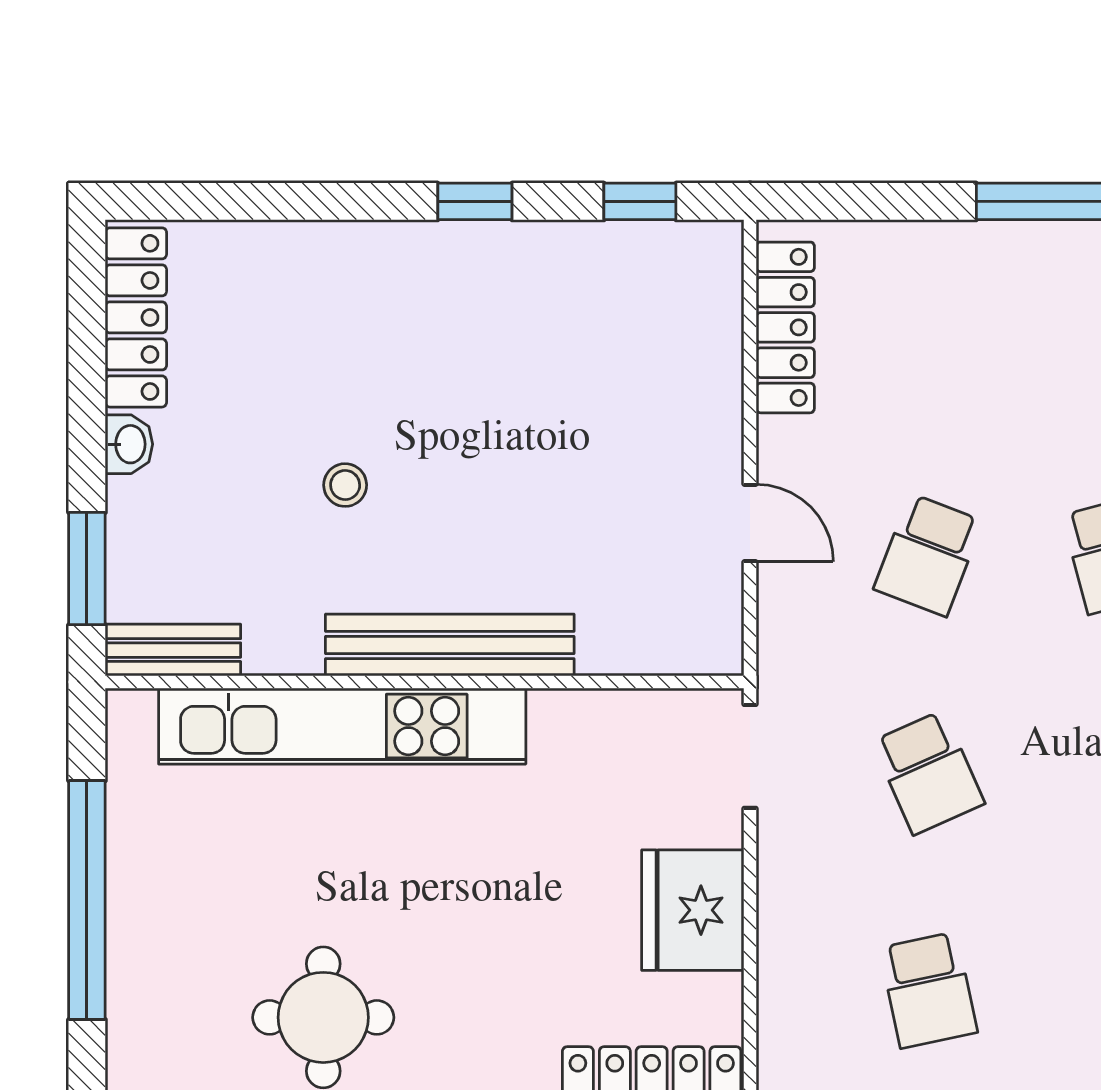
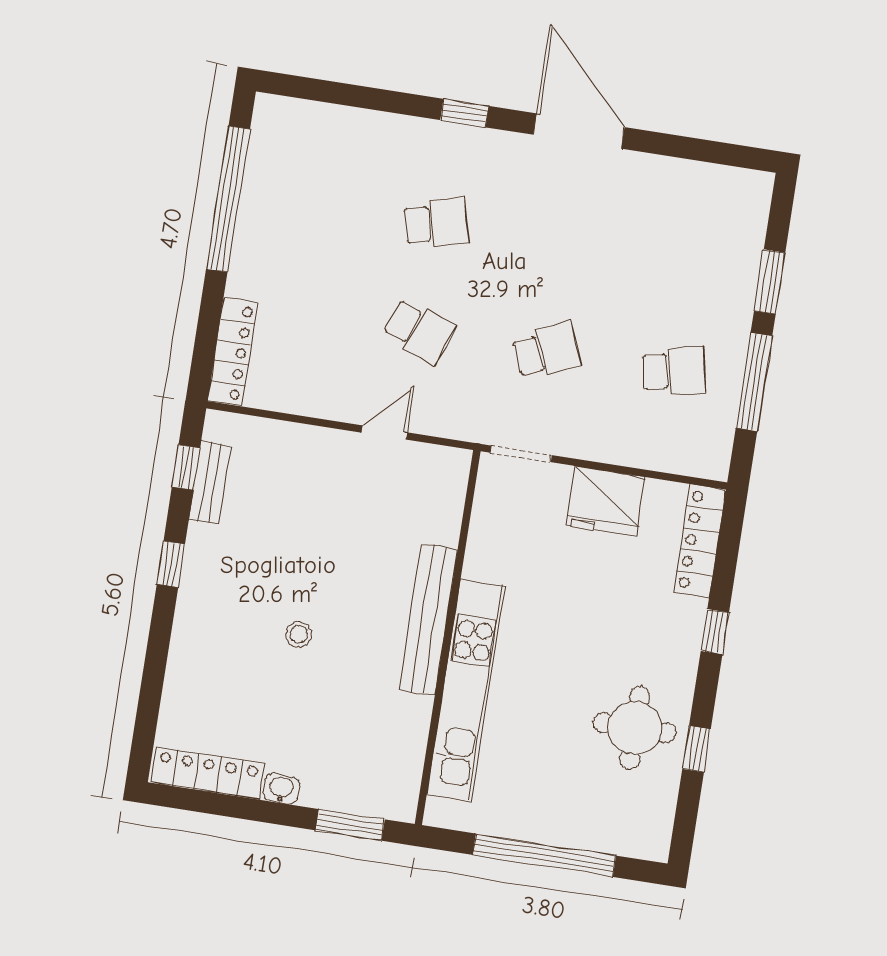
locker: (785, 327) -> (232, 352), moved, turned 90
stool: (345, 485) -> (299, 634), moved
bench: (173, 650) -> (210, 483), moved

